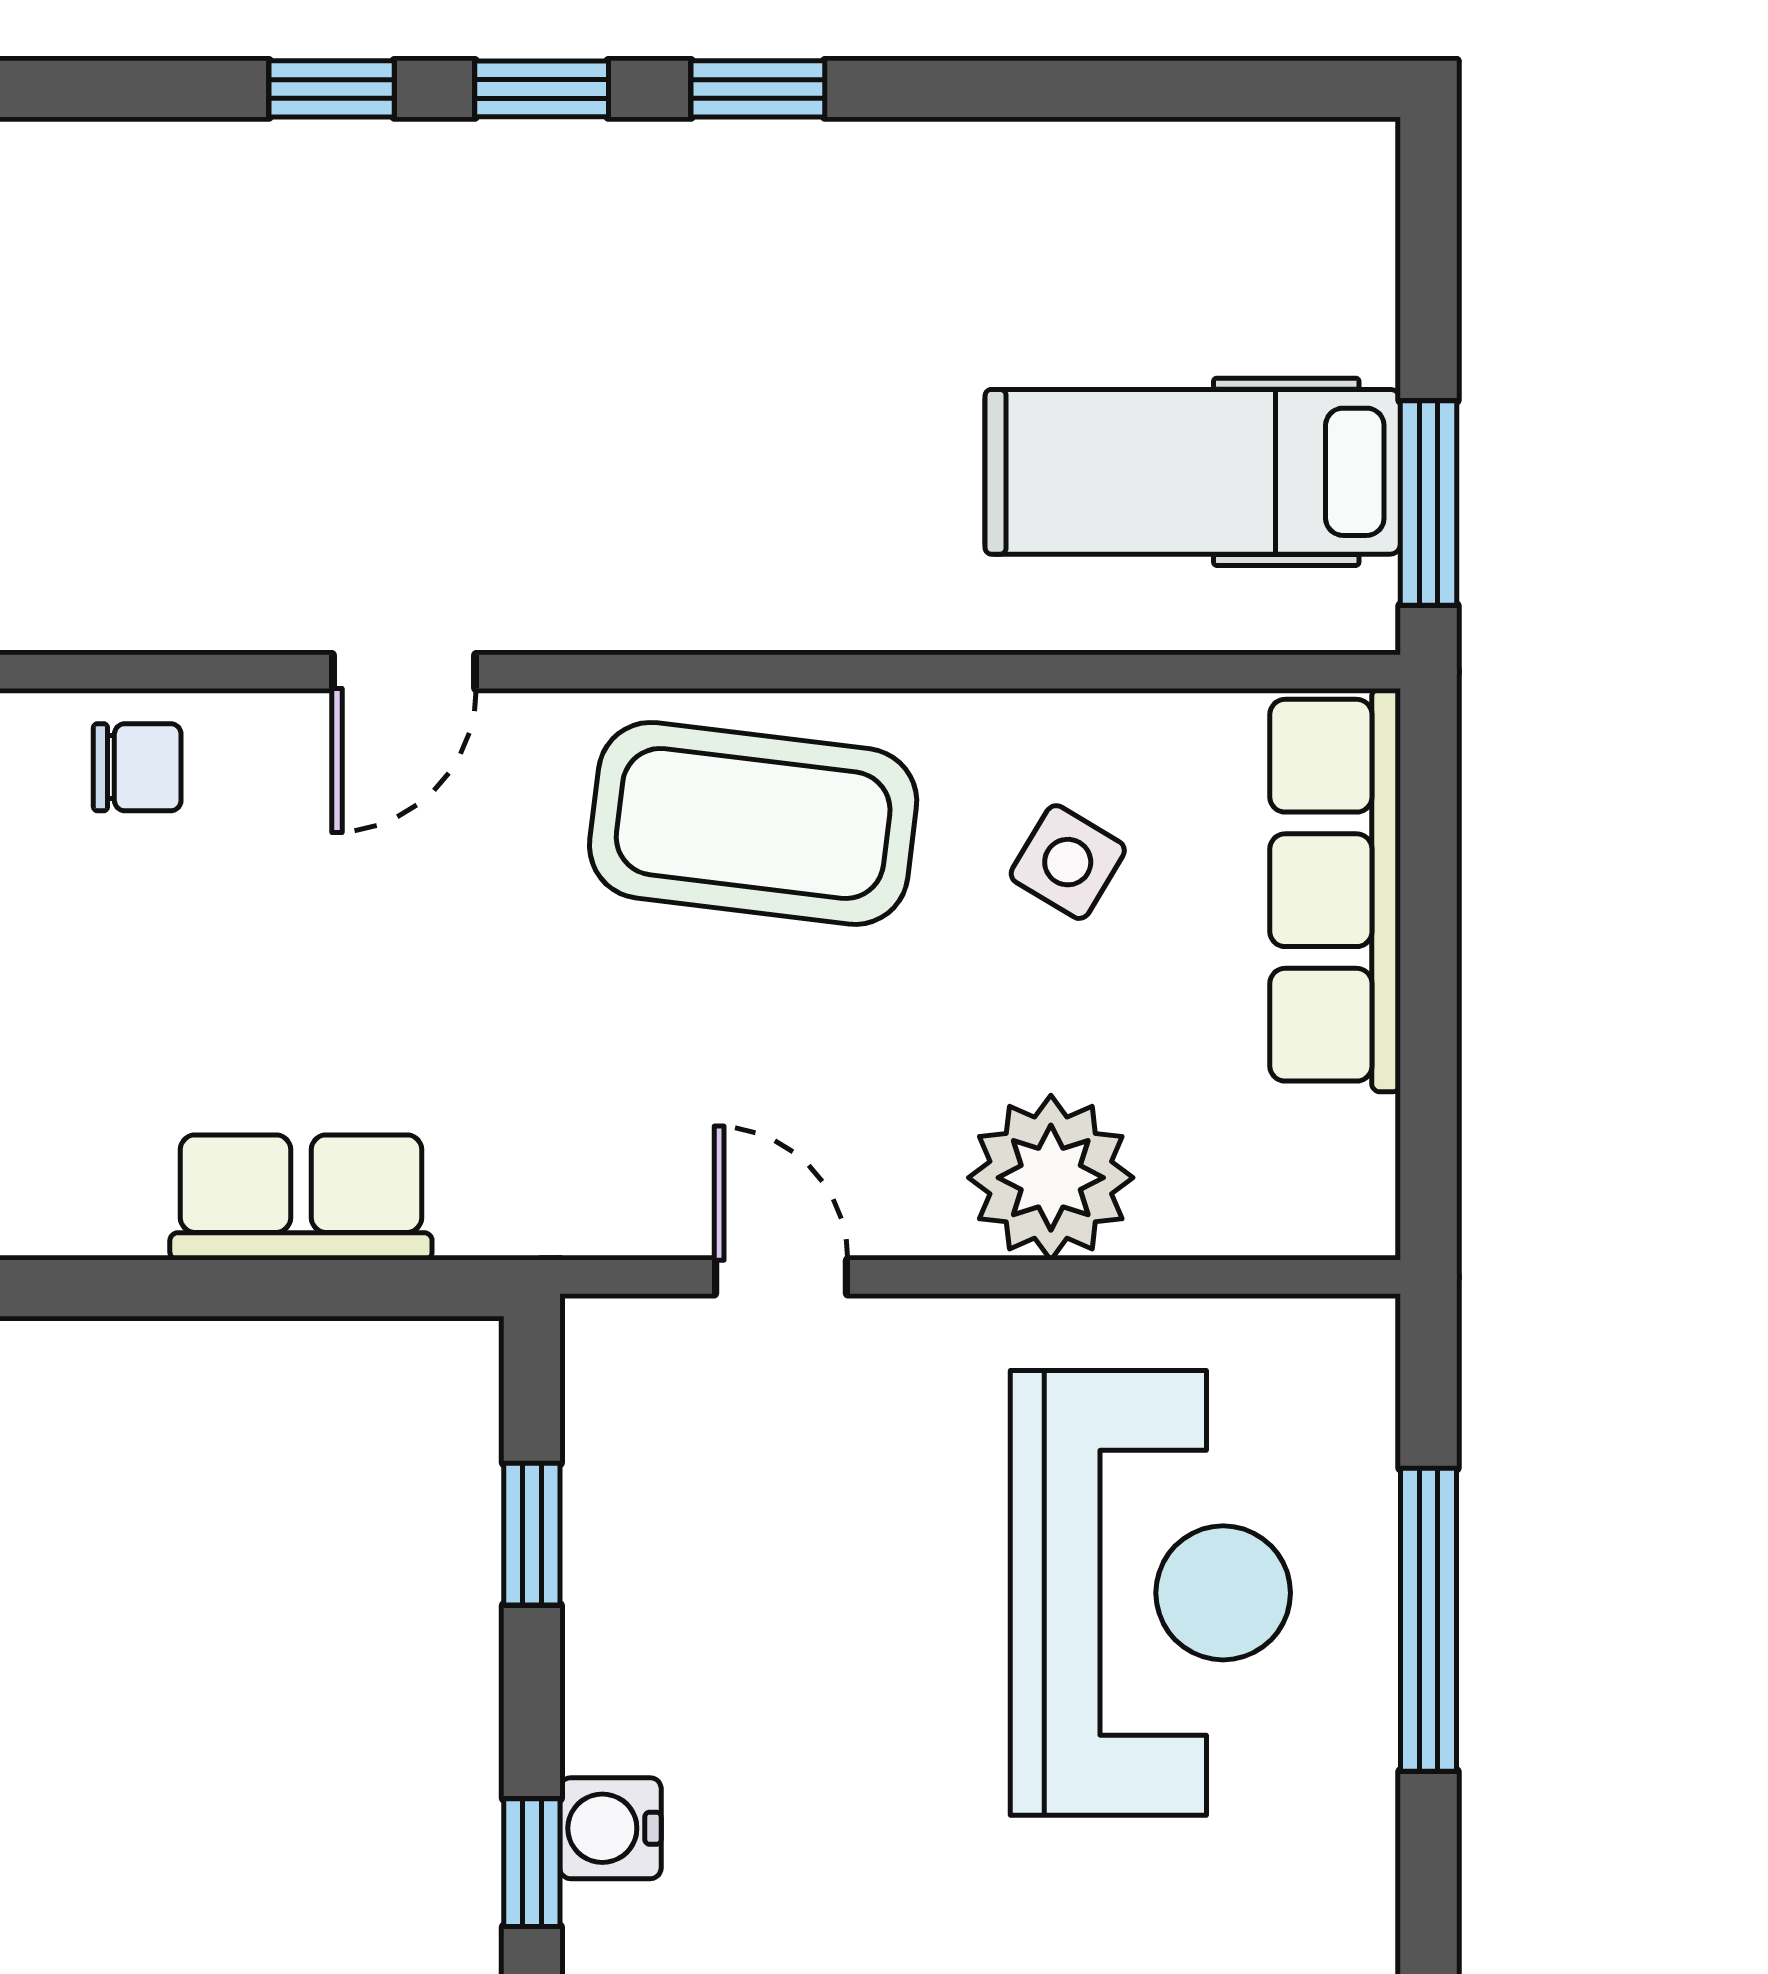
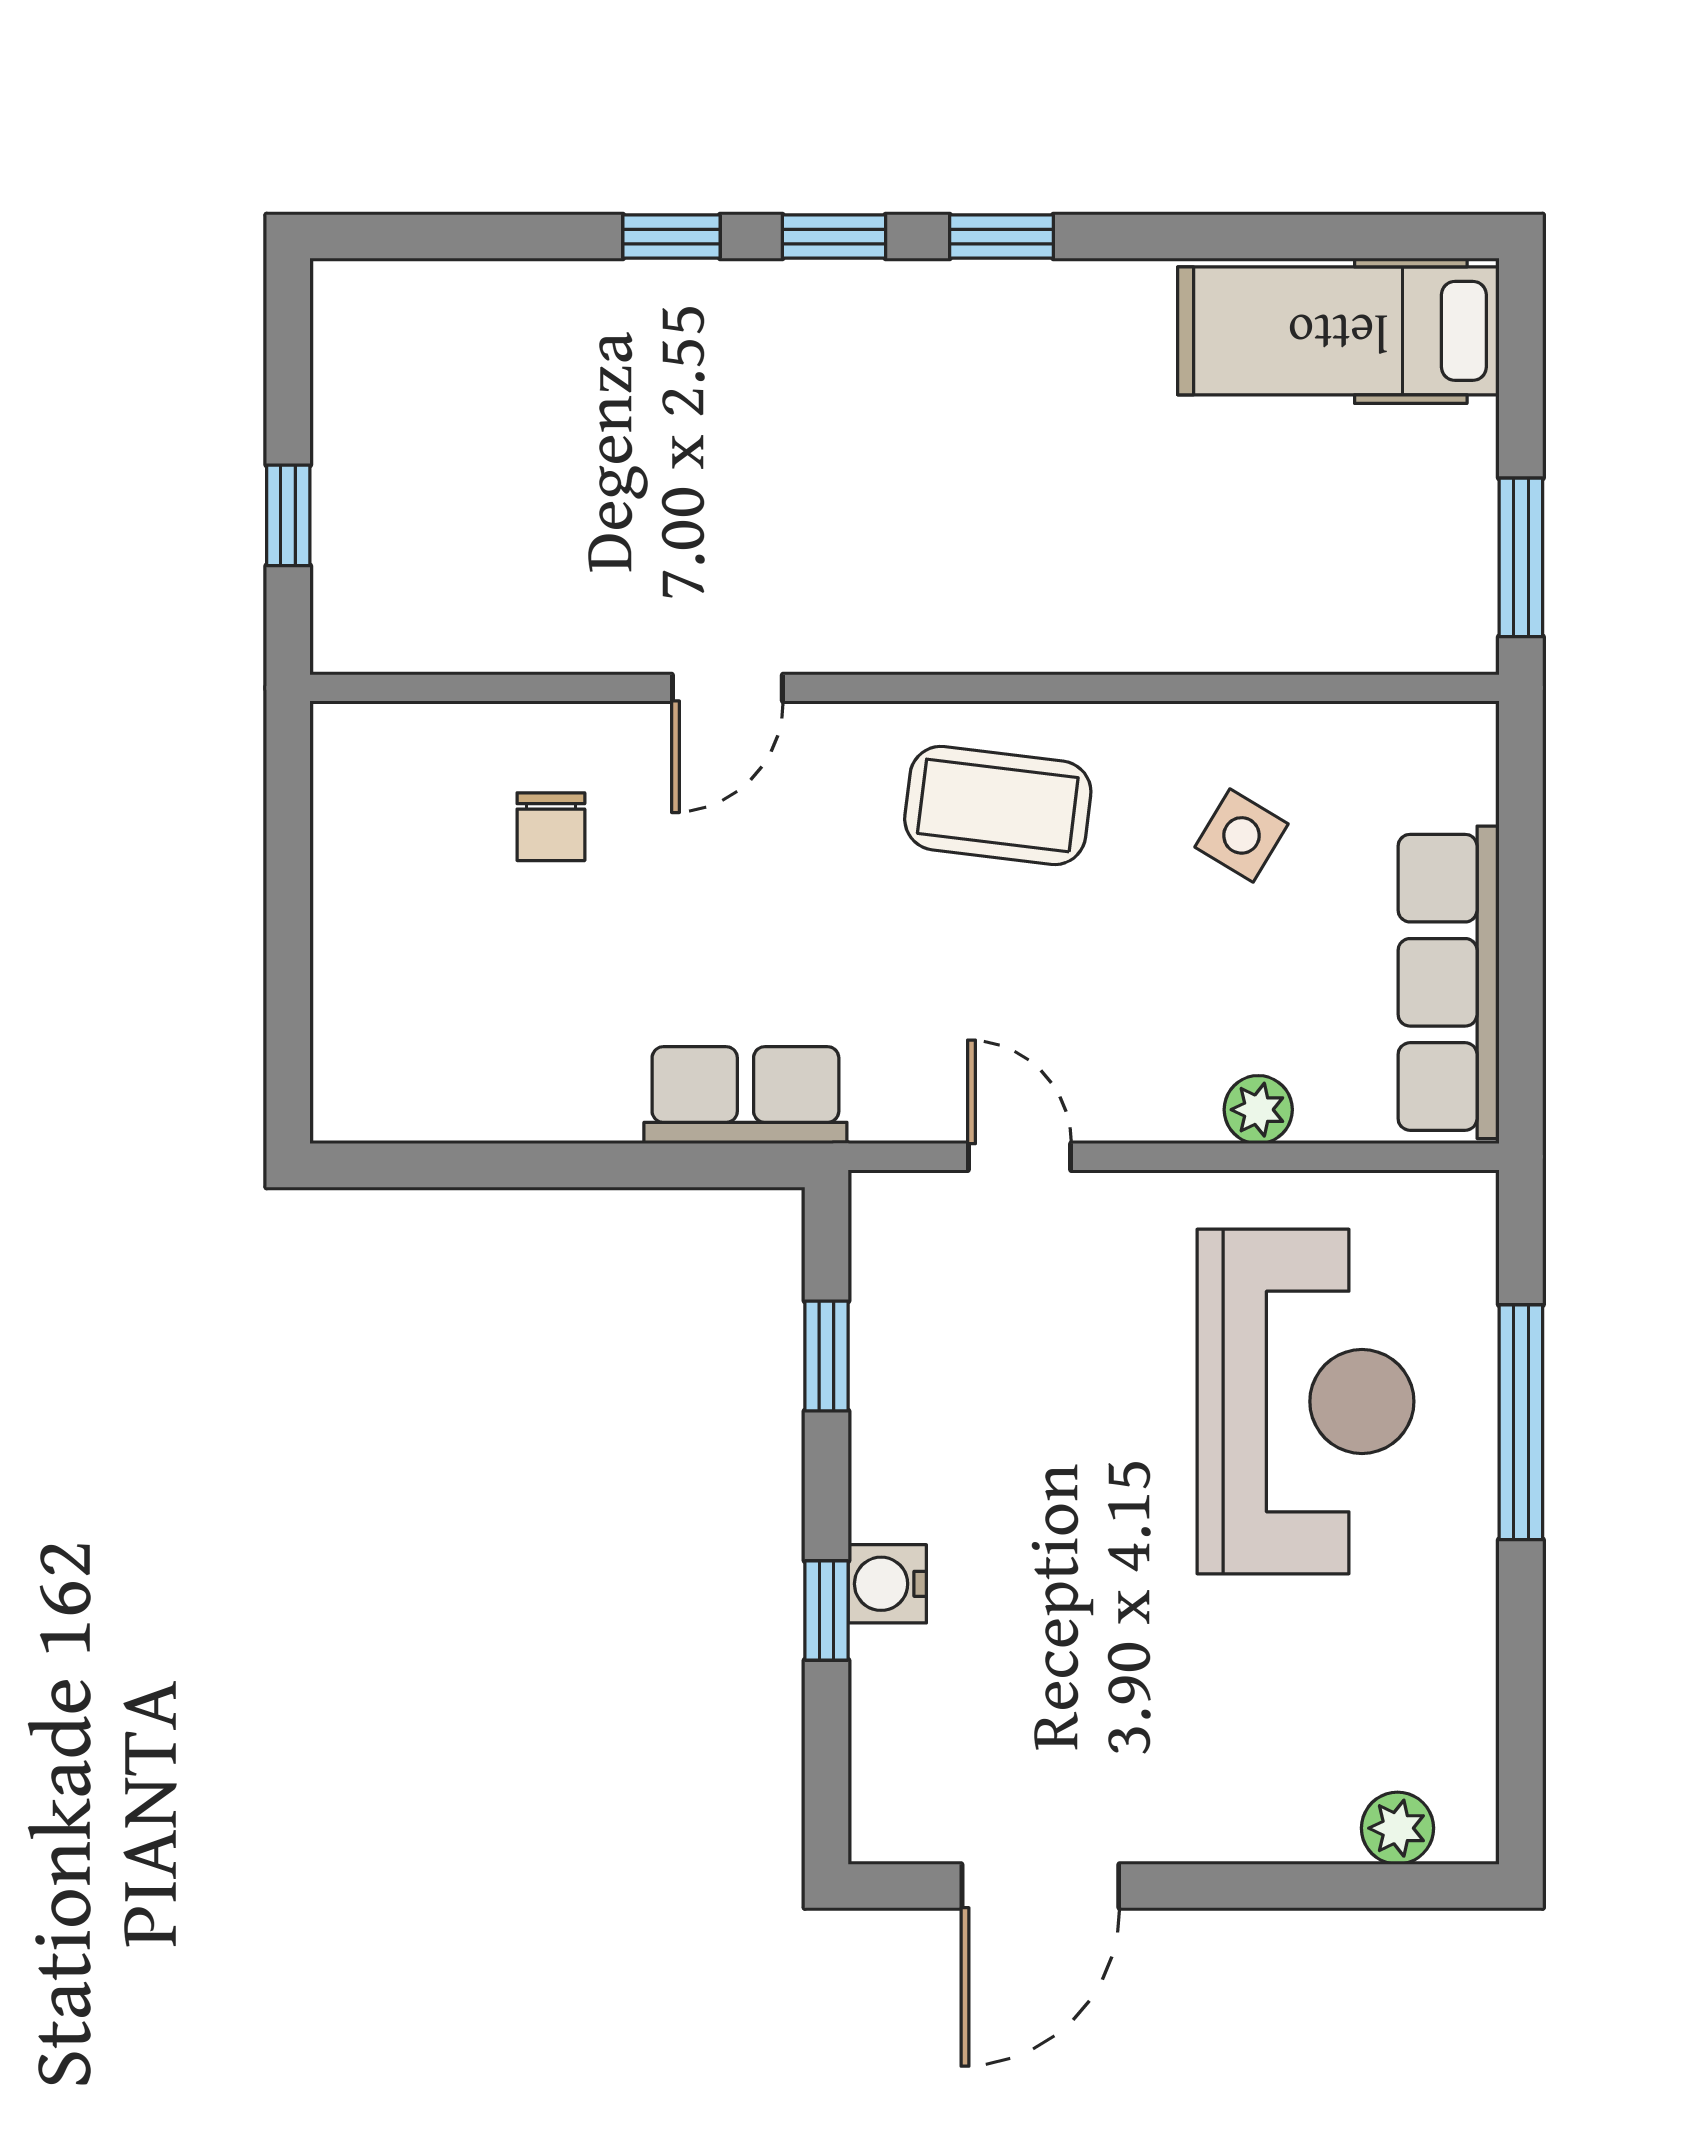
hospital bed: (1193, 472) -> (1338, 331), moved
chair: (137, 767) -> (551, 827), moved, turned 90
coffee table: (753, 823) -> (998, 805), width x0.73, depth x0.76
row of seats: (1335, 890) -> (1449, 982), moved
plant: (1051, 1178) -> (1258, 1110), width x0.53, depth x0.53
row of seats: (301, 1197) -> (745, 1095), moved

